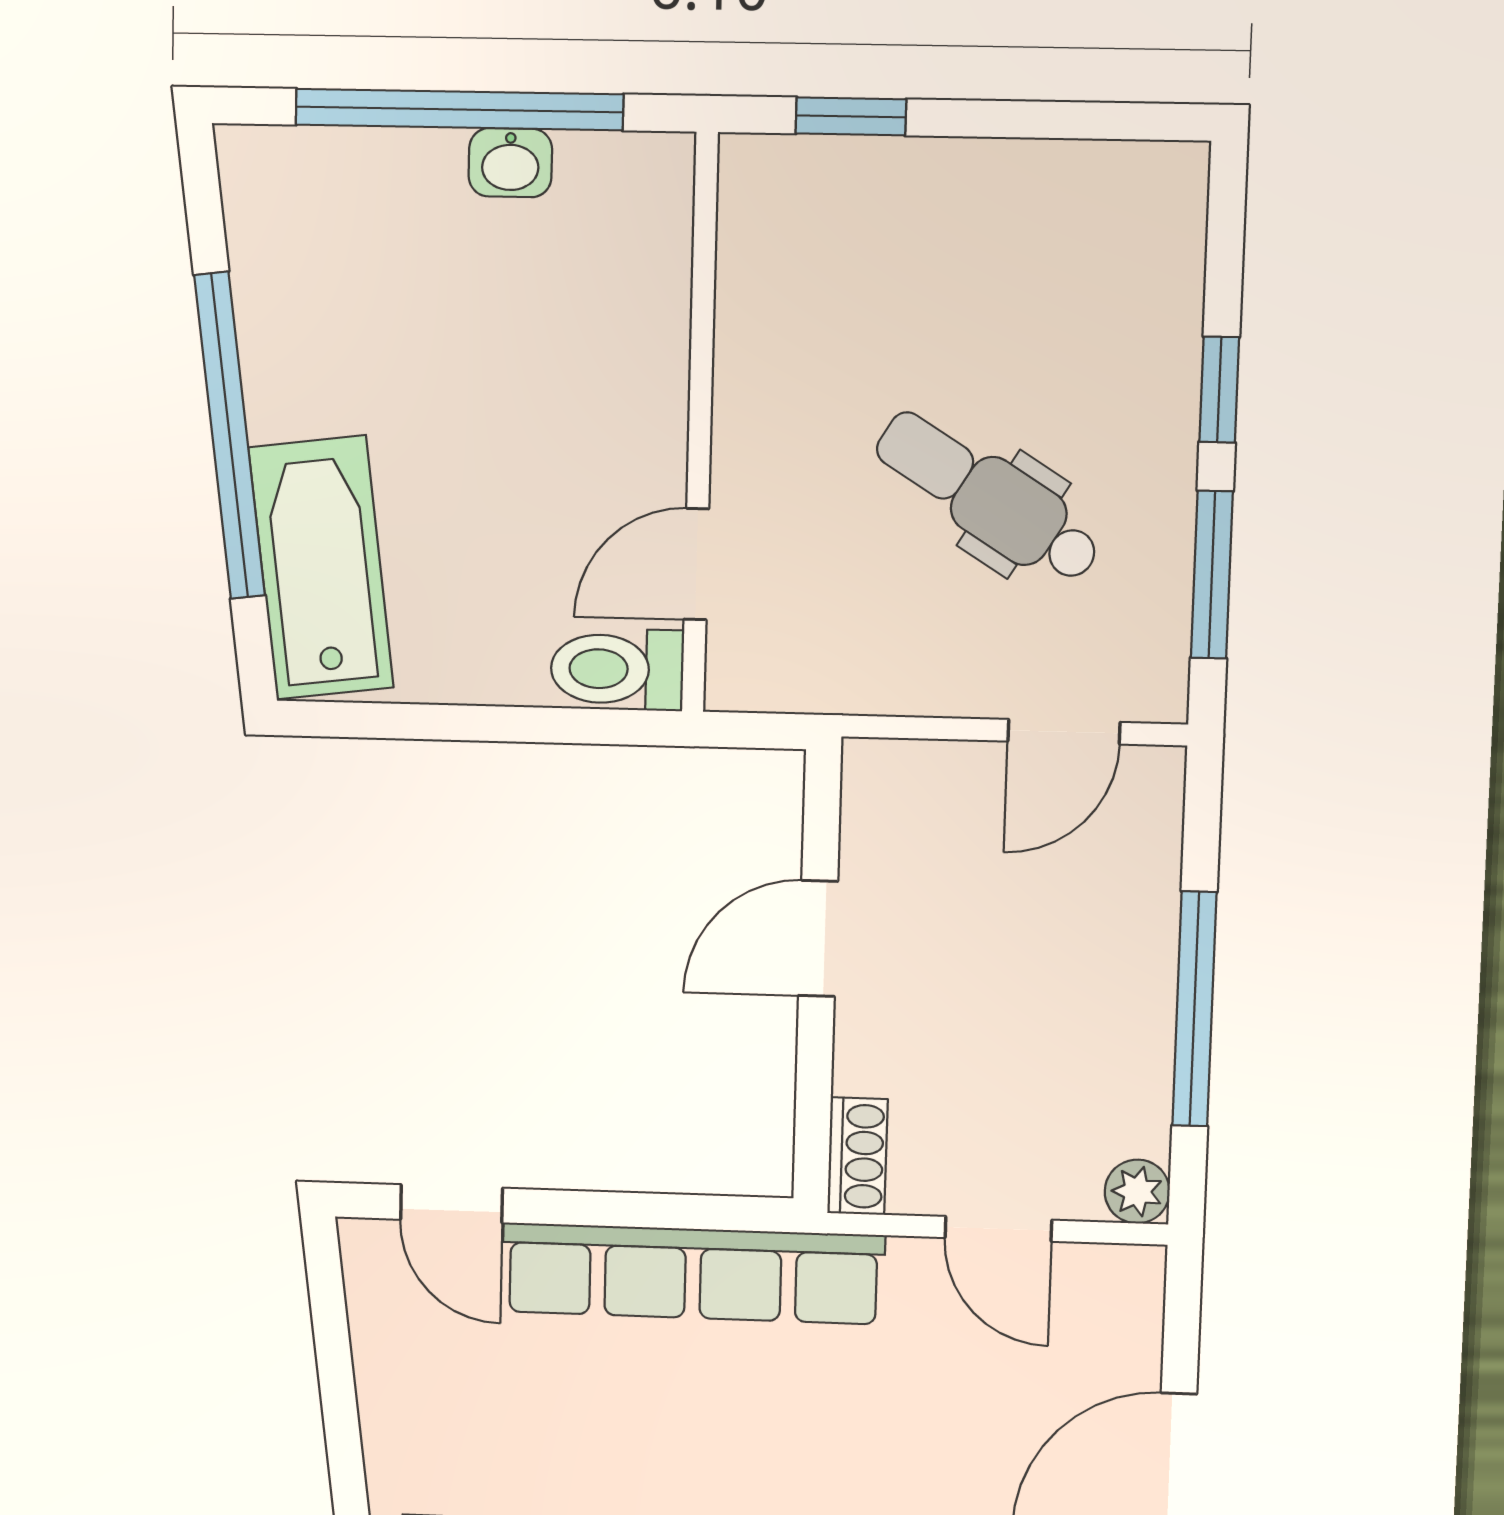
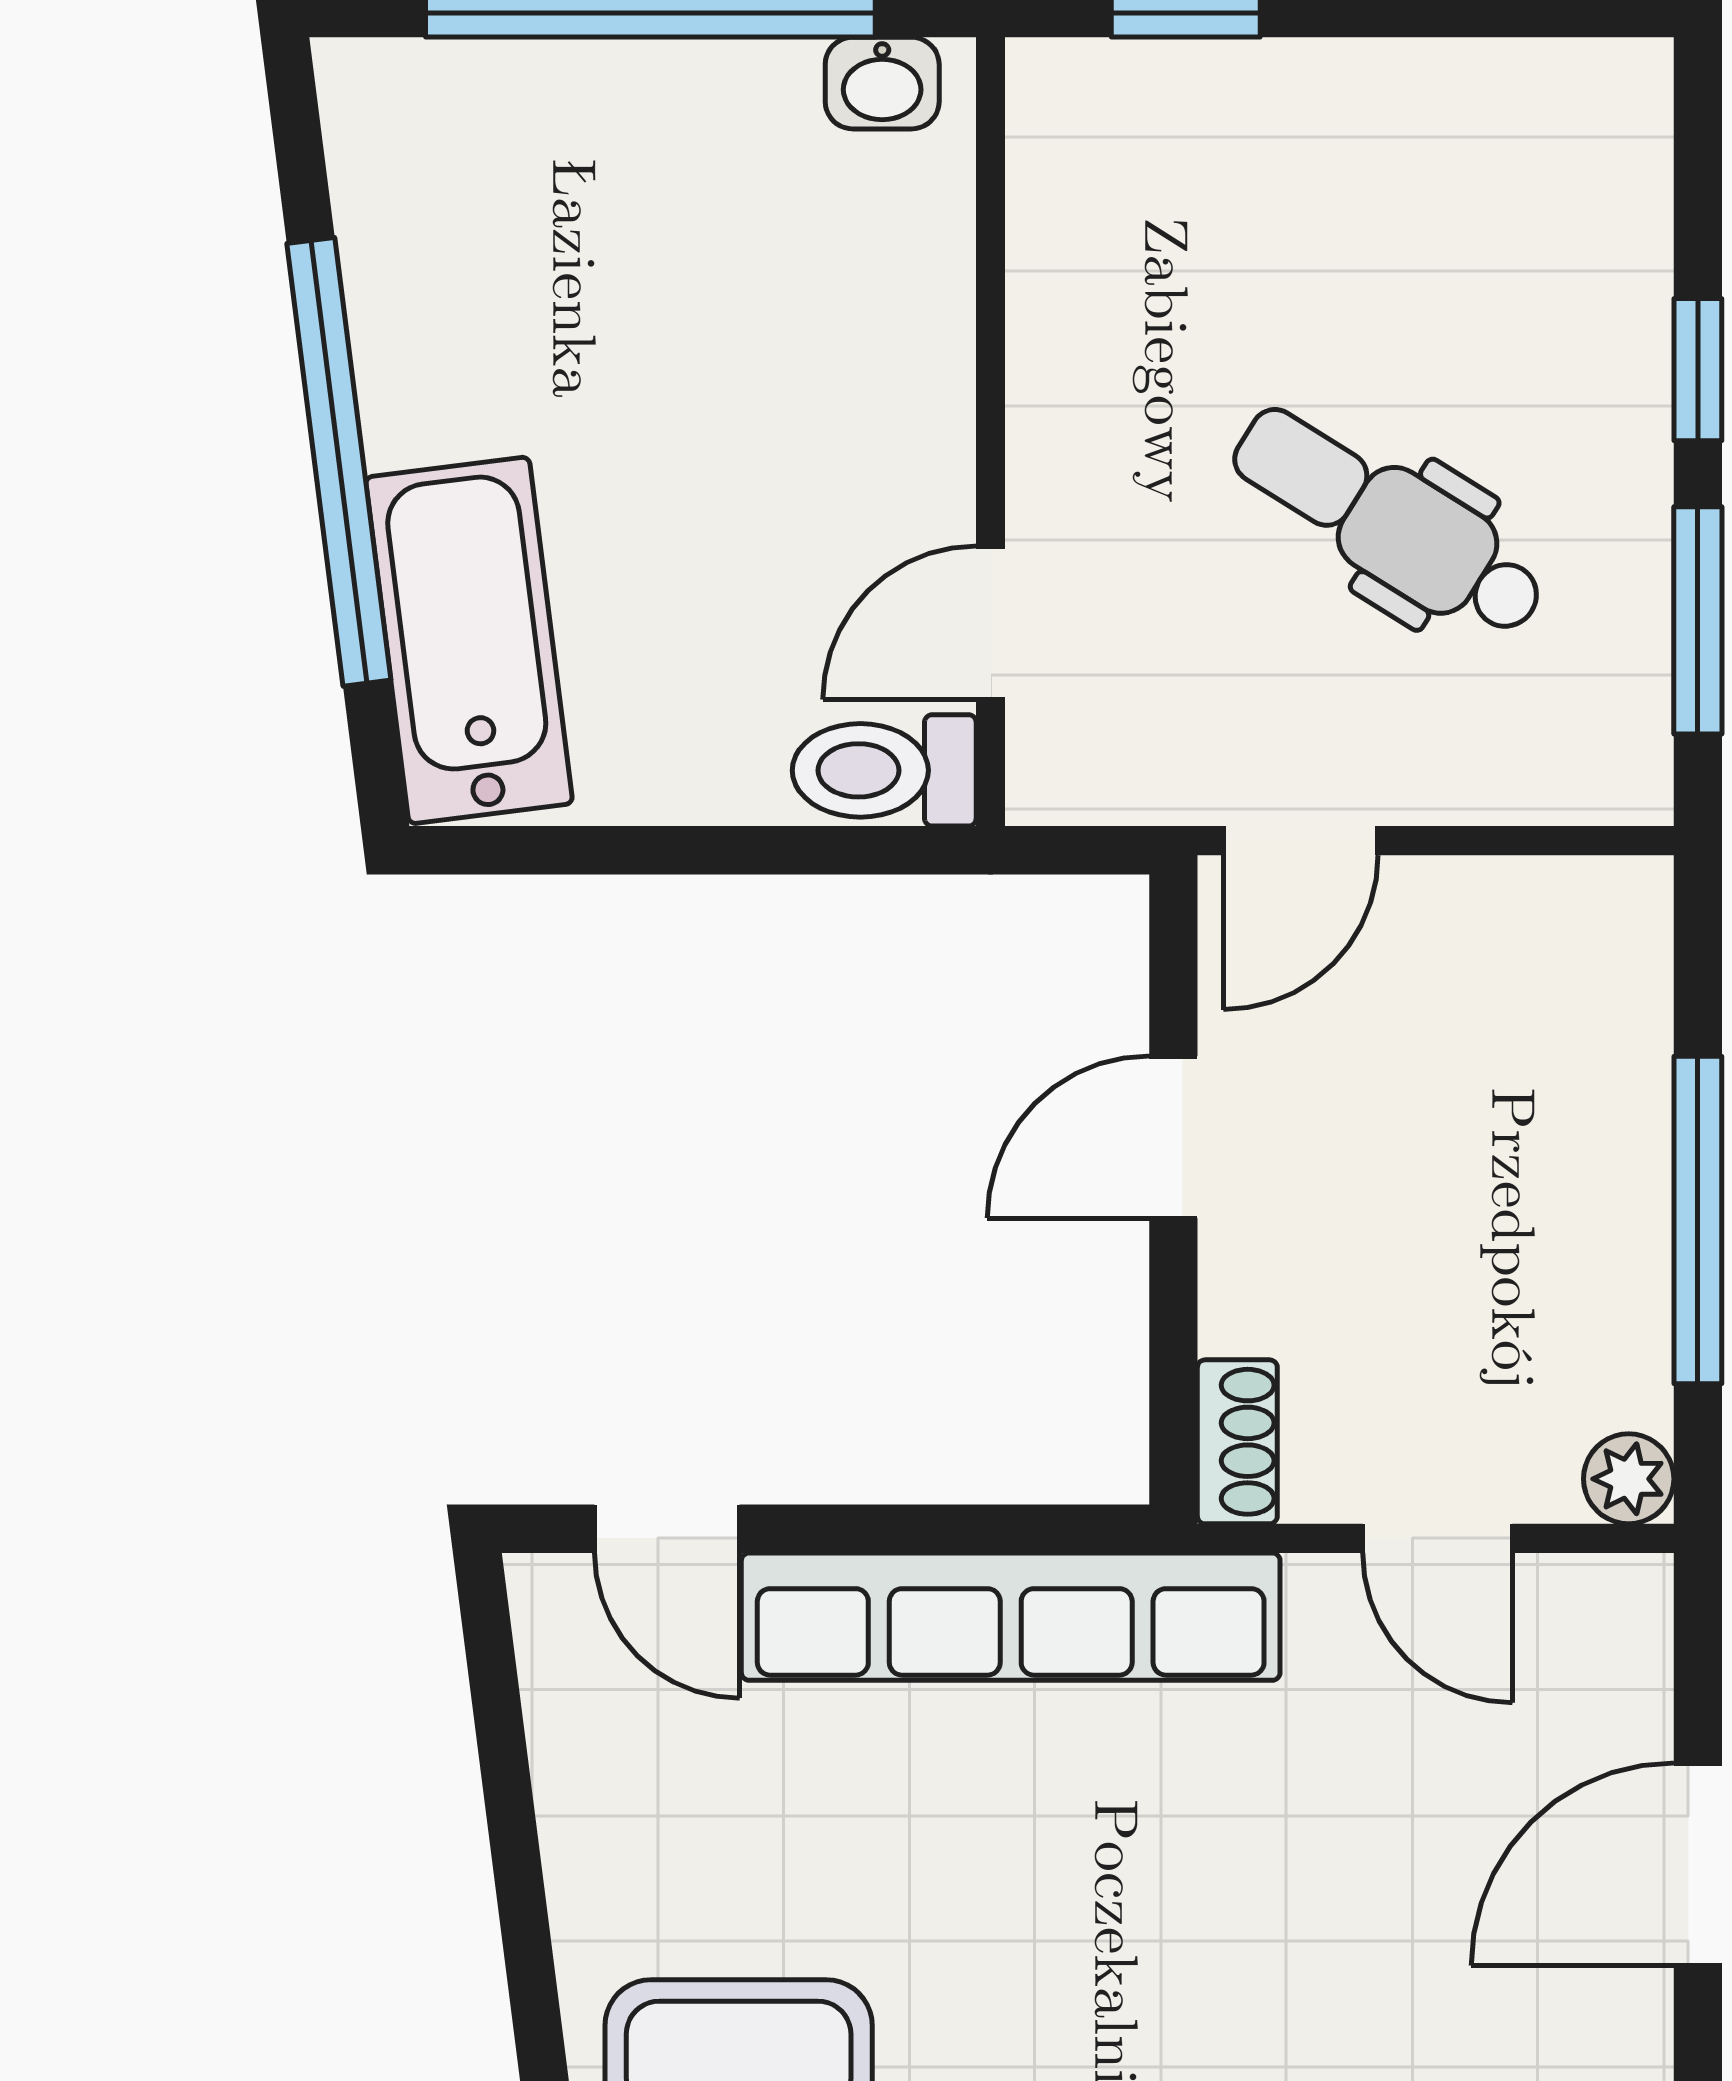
washbasin: (510, 163) -> (882, 83), moved
door: (1064, 732) -> (1301, 841), moved

